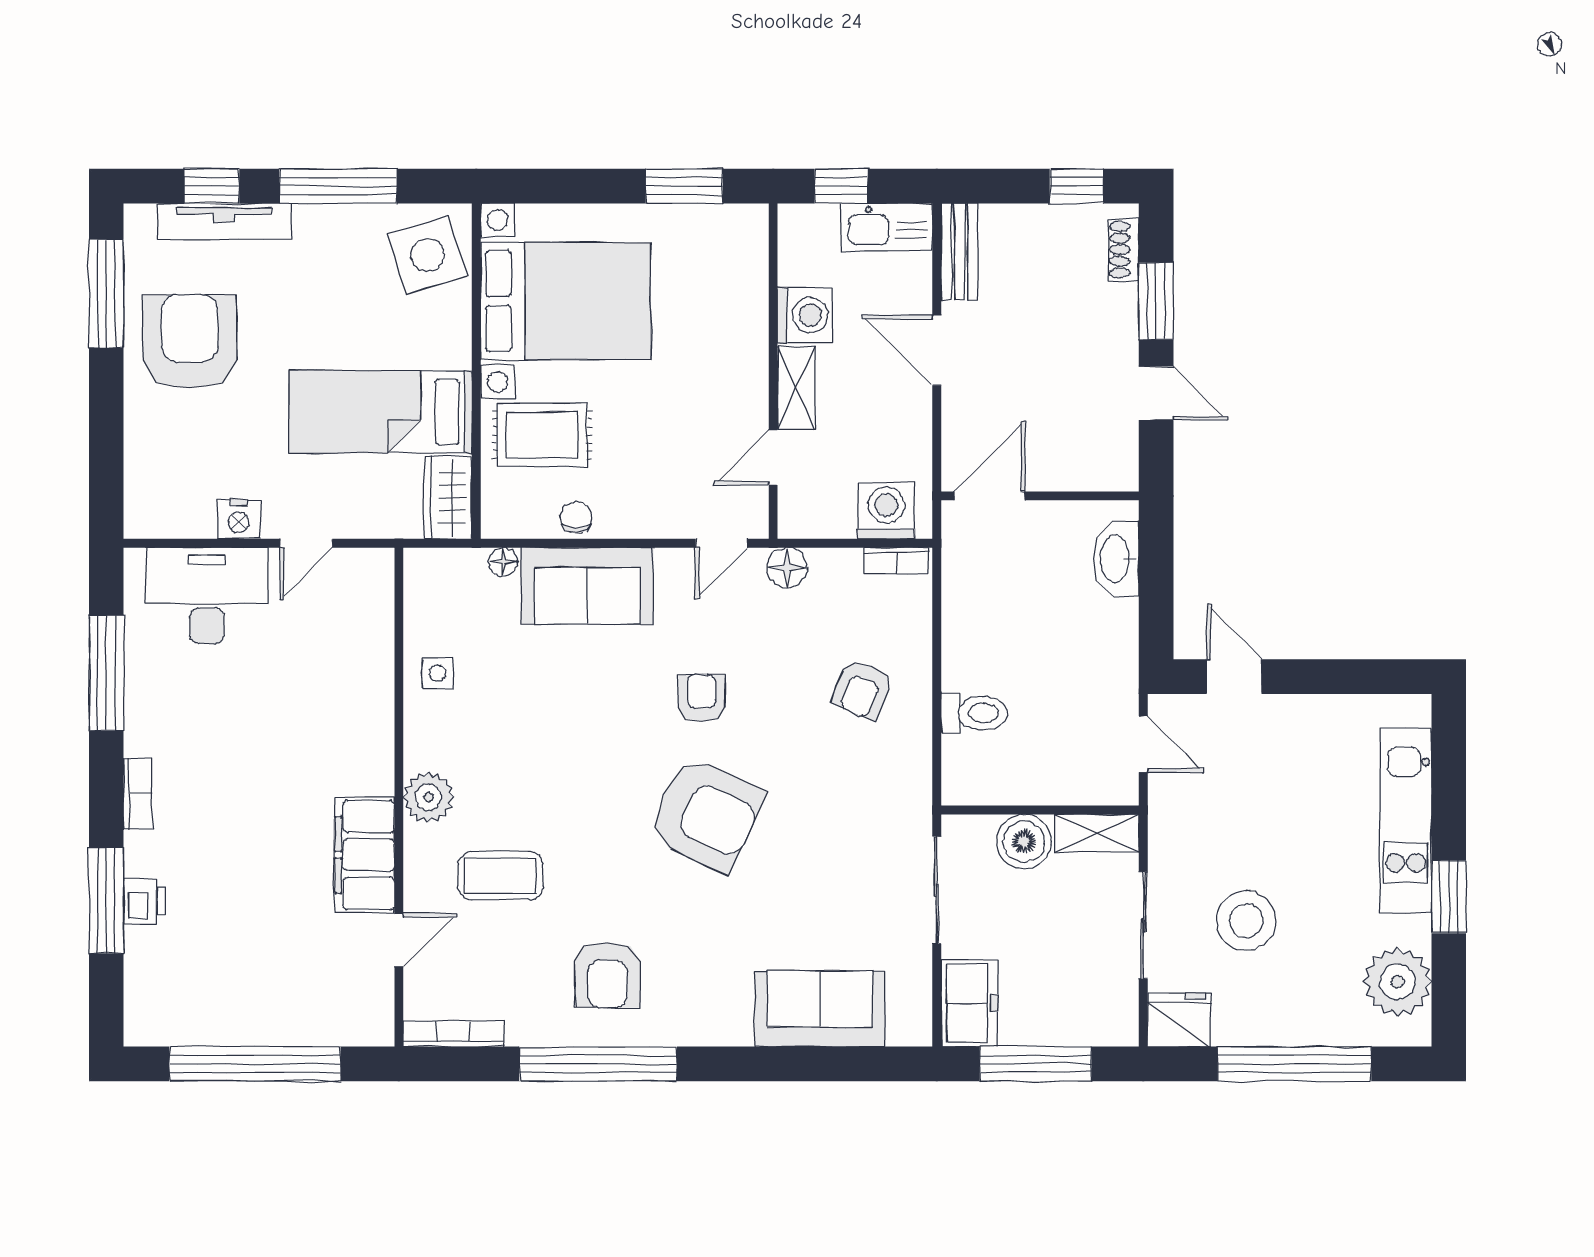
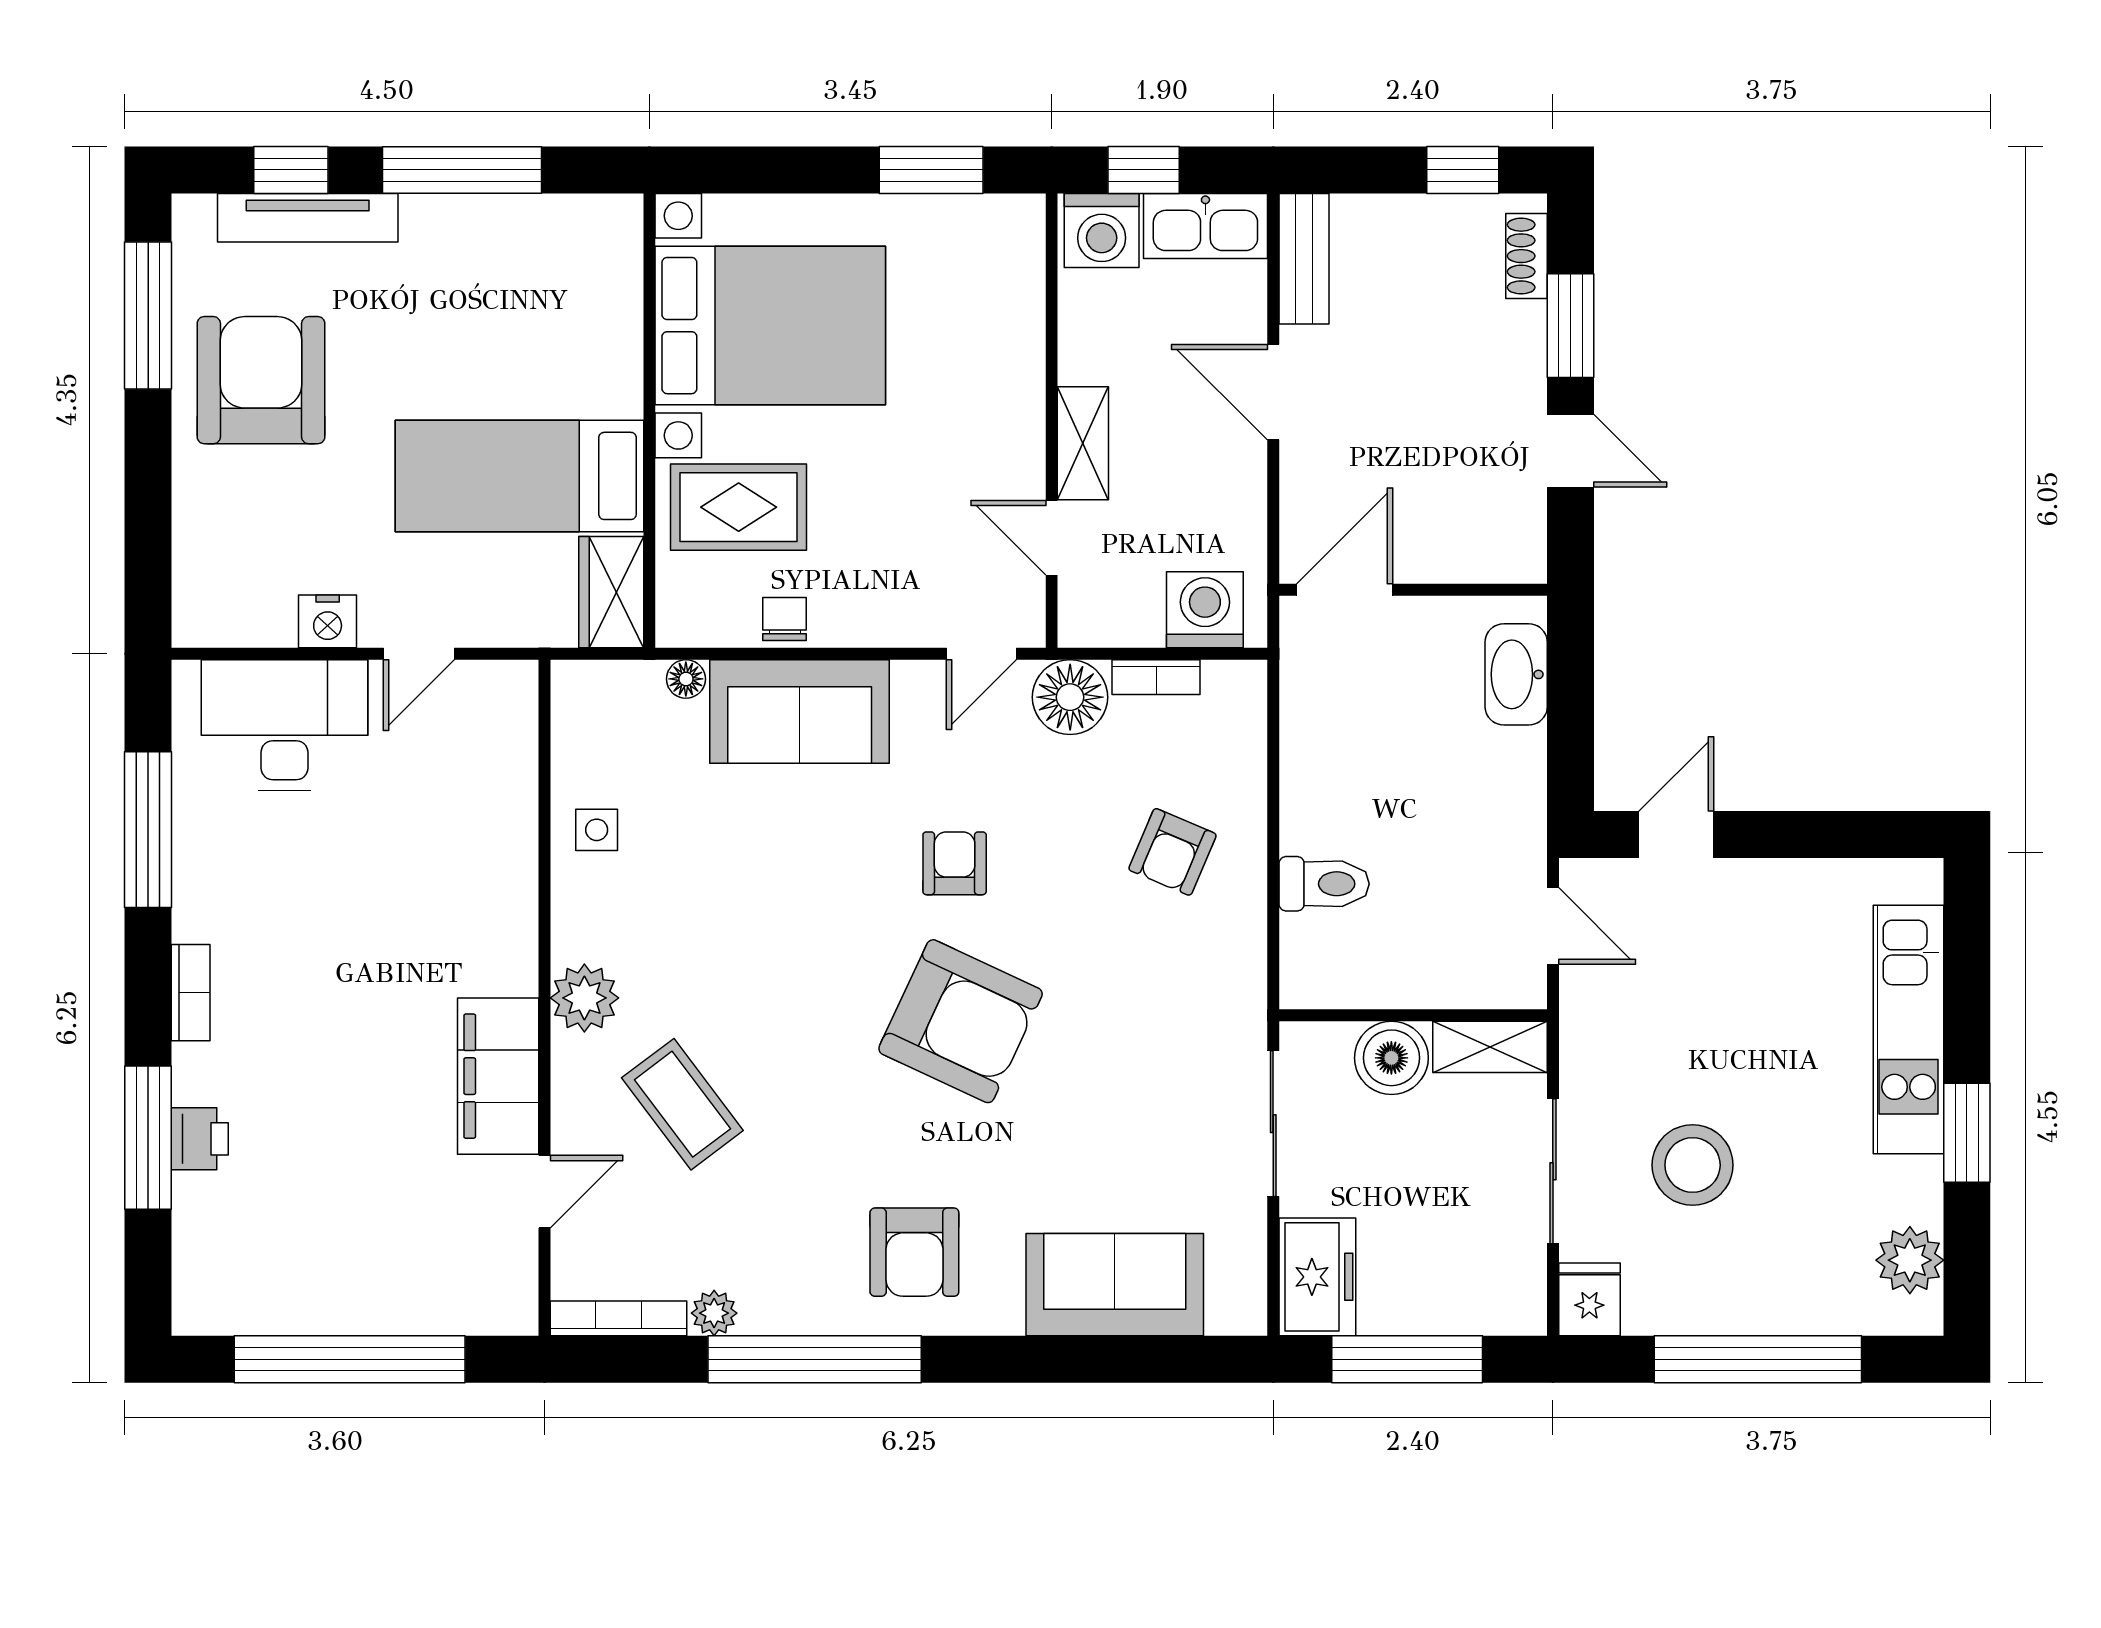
side table: (428, 255) -> (583, 264), removed
washing machine: (805, 315) -> (1102, 230), moved, turned 90
door: (773, 458) -> (1052, 538), hinge flipped
bookcase: (897, 560) -> (1156, 677), moved
floor lamp: (787, 568) -> (1070, 697), width x1.38, depth x1.38
door: (1234, 677) -> (1676, 835), hinge flipped
coffee table: (501, 876) -> (682, 1104), turned 53
armchair: (607, 975) -> (914, 1252), moved
plant: (1398, 982) -> (1910, 1260), width x0.73, depth x0.73
fridge: (1179, 1020) -> (1589, 1299), width x0.72
plant: (524, 1030) -> (714, 1313), added

